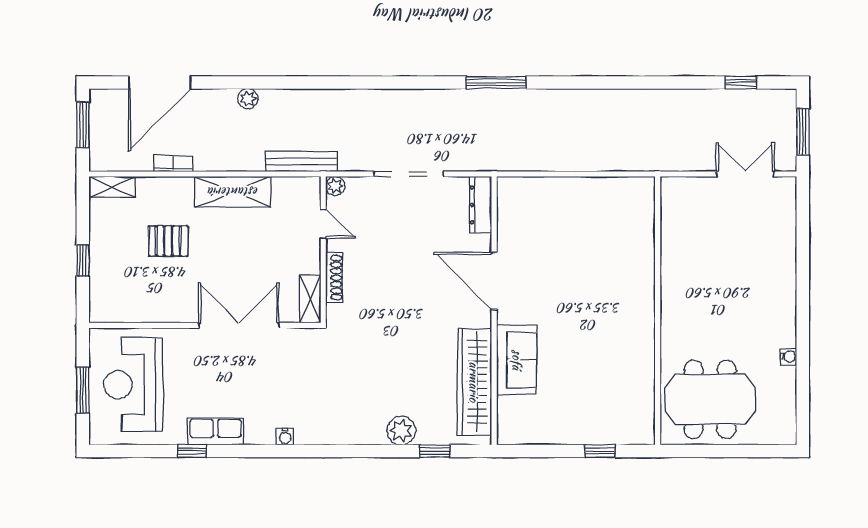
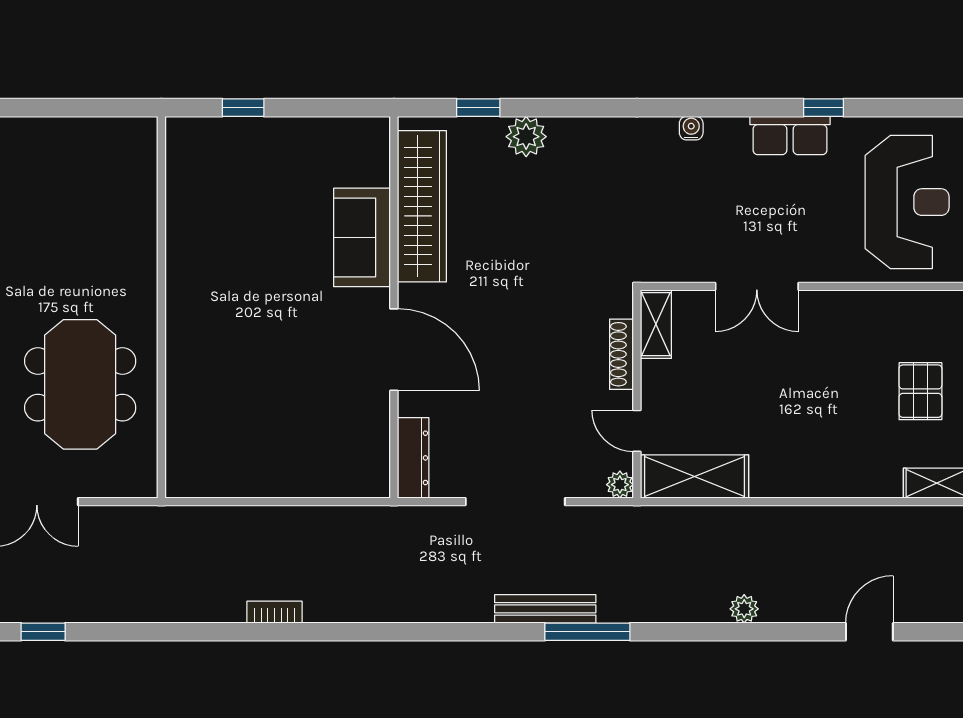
door: (160, 83) -> (869, 632), width x0.53
window: (496, 83) -> (587, 632), moved
bench: (301, 162) -> (545, 609), moved
bookcase: (173, 164) -> (275, 612), moved, turned 180
shelving: (233, 192) -> (695, 476), moved
pallet: (168, 241) -> (920, 391), moved, turned 90
double door: (239, 325) -> (757, 286), width x0.73
meeting table: (710, 399) -> (80, 384), moved, turned 90

